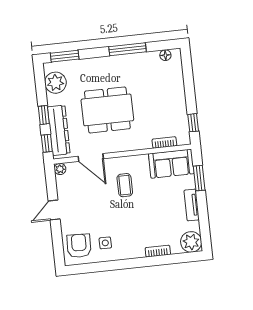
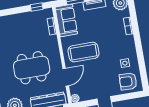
dining table: (107, 110) -> (32, 68), turned 90
coffee table: (125, 185) -> (84, 52), width x1.86, depth x1.72

